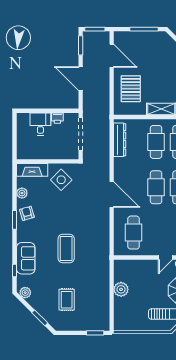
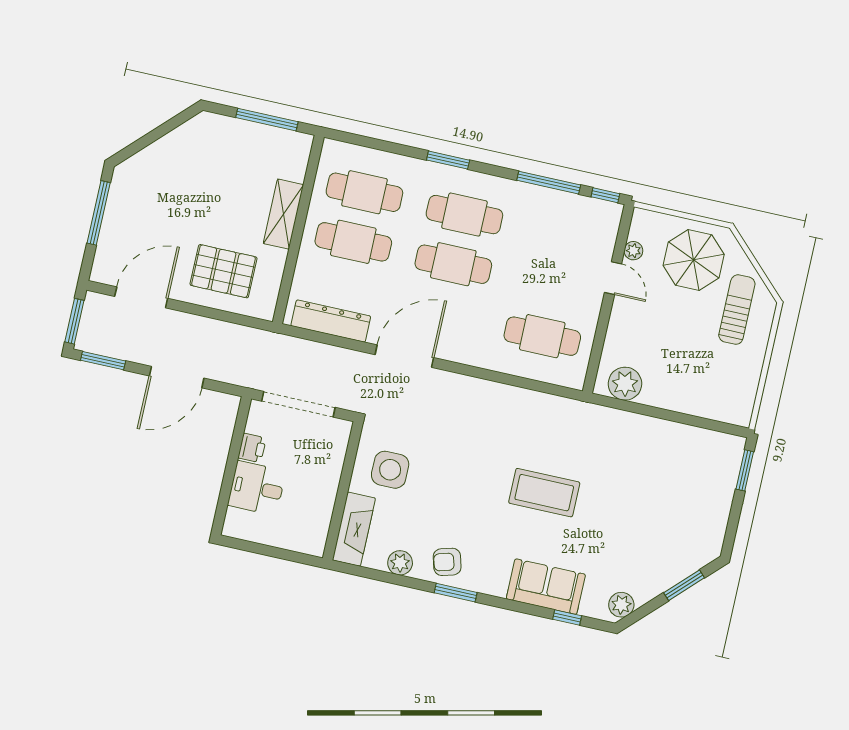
side table: (61, 180) -> (390, 470), turned 45
door: (112, 194) -> (404, 356), moved
plant: (121, 289) -> (625, 384), moved
rug: (67, 300) -> (657, 517), removed

